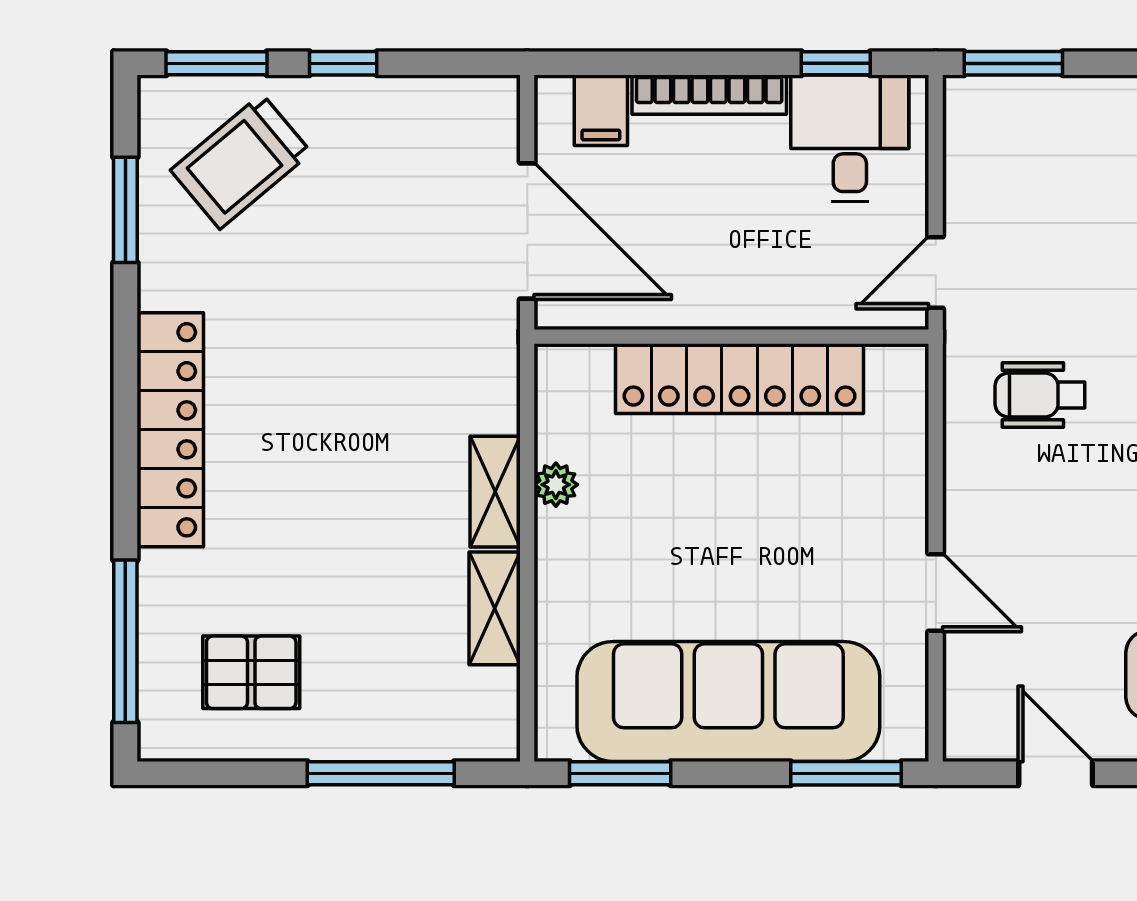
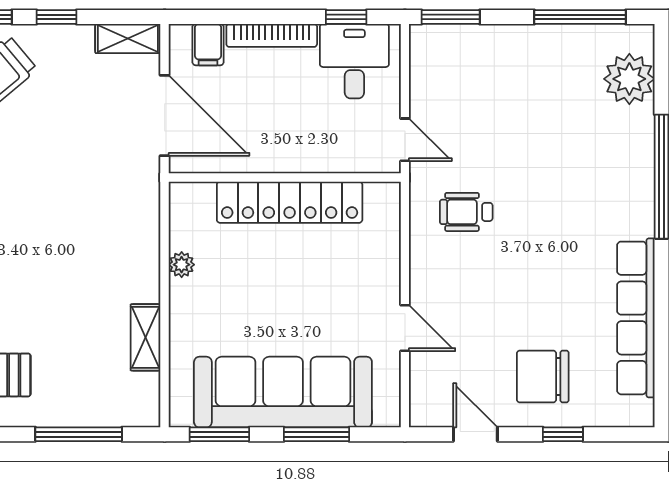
door: (936, 272) -> (405, 140), swing flipped
shelving: (495, 492) -> (128, 38), moved, turned 90
window: (846, 773) -> (317, 434), moved

